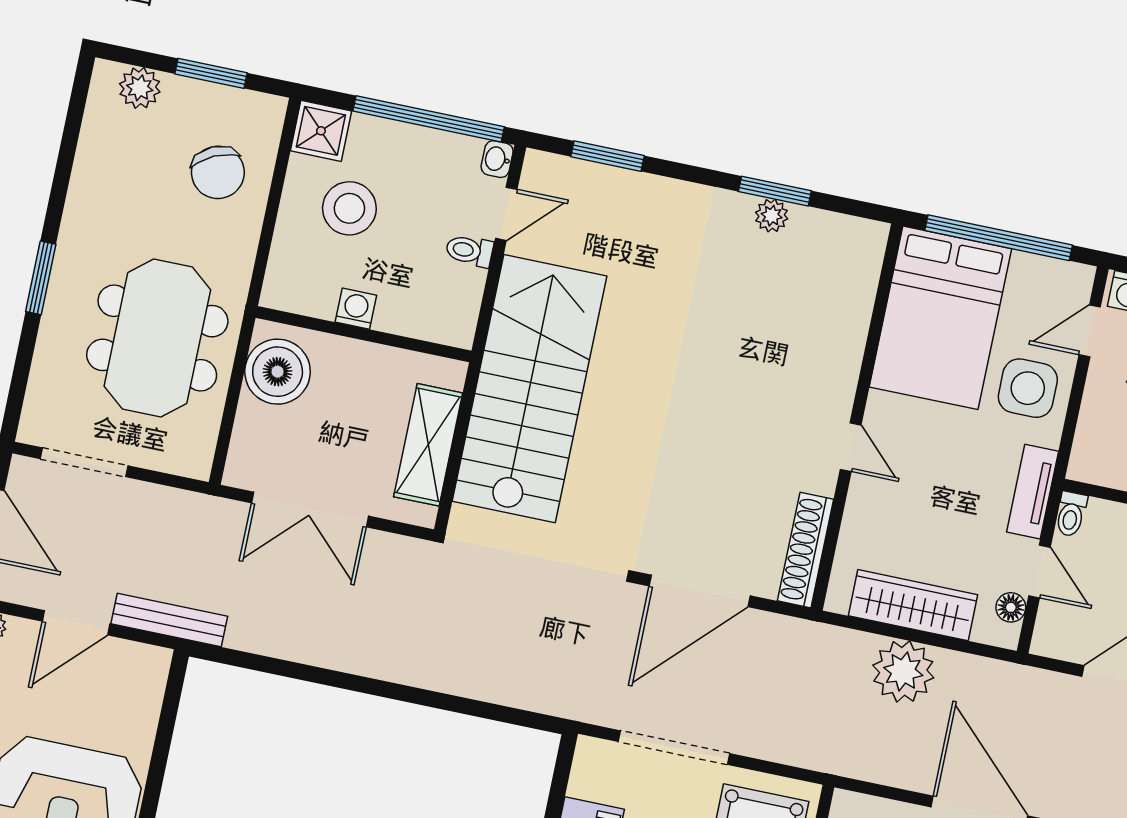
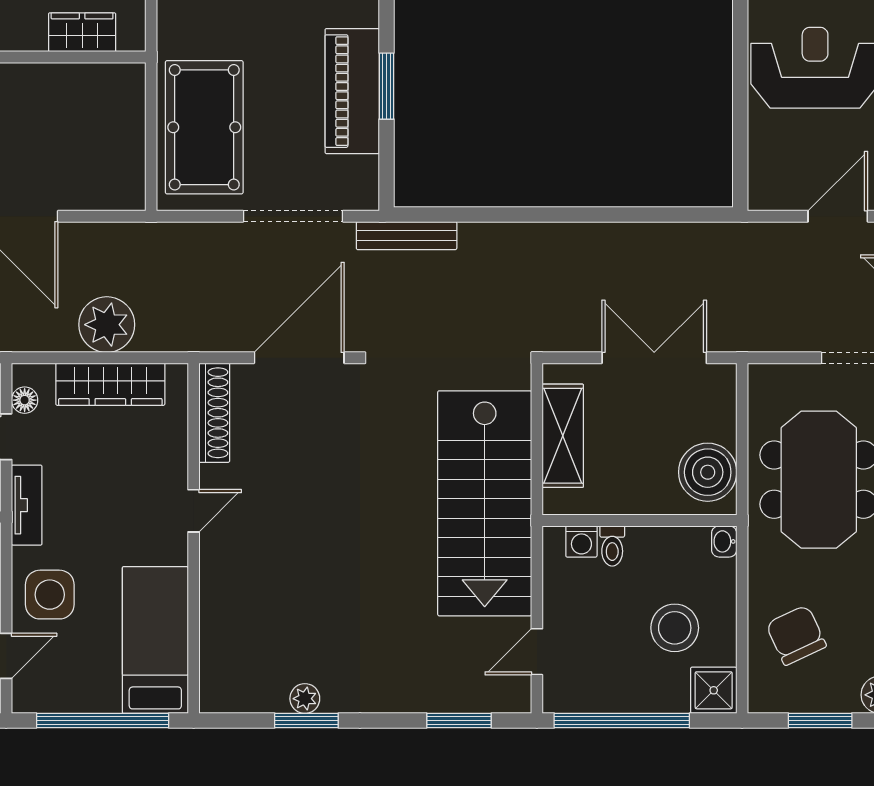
washbasin: (497, 159) -> (724, 541), moved, turned 180
toilet: (469, 251) -> (612, 546), moved, turned 90
washing machine: (356, 309) -> (581, 541), moved
bed: (940, 318) -> (155, 640), width x0.67
door: (851, 447) -> (194, 511), swing flipped
bench: (169, 620) -> (407, 236), moved

